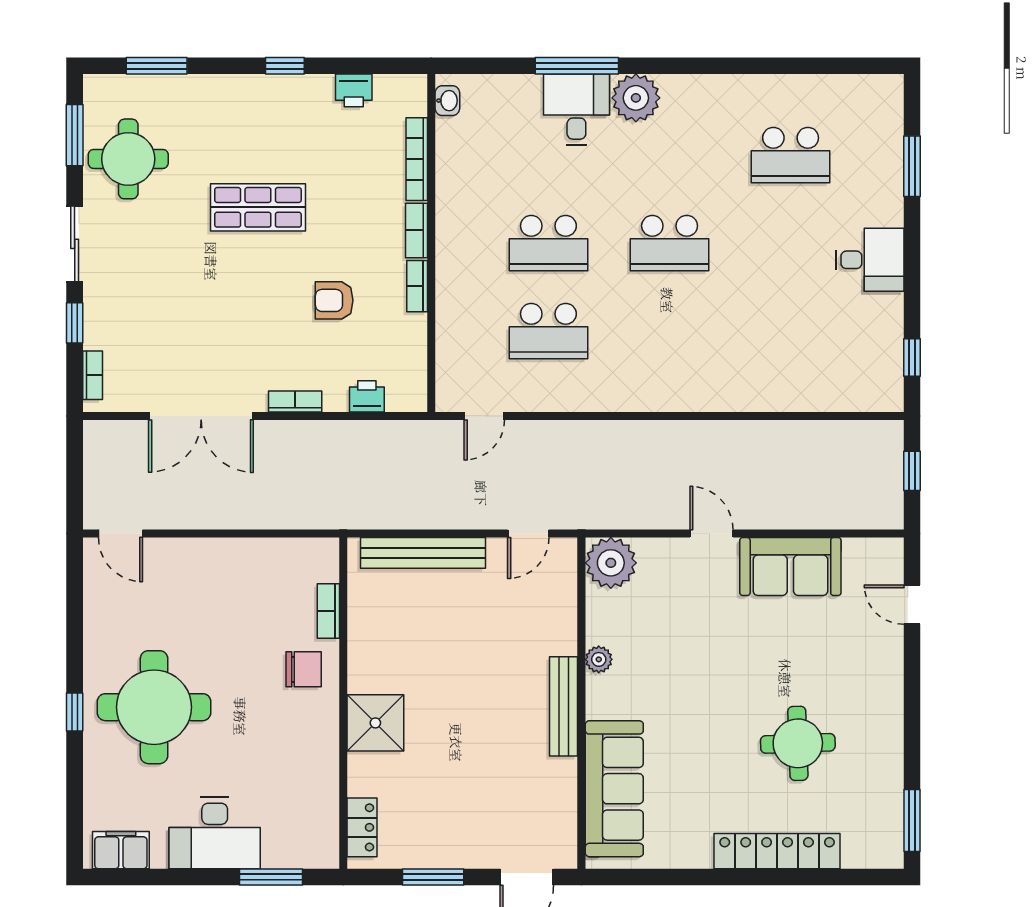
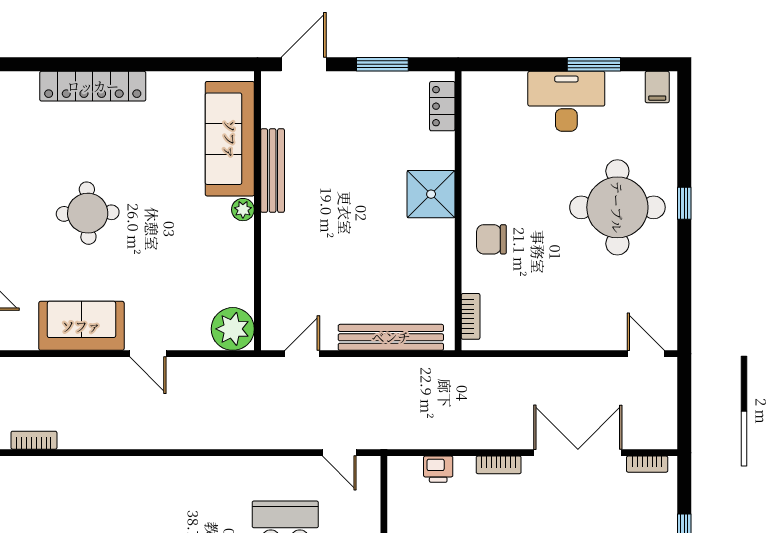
bookcase: (93, 375) -> (647, 464), moved, turned -90
door: (484, 416) -> (339, 453), swing flipped
bookcase: (847, 431) -> (34, 440), added
bookcase: (328, 611) -> (471, 316), moved
plant: (599, 659) -> (243, 210), moved
bench: (564, 706) -> (273, 171), moved
round table: (798, 743) -> (88, 213), moved
filing cabinet: (121, 850) -> (657, 87), width x0.50
window: (271, 877) -> (594, 64), moved

